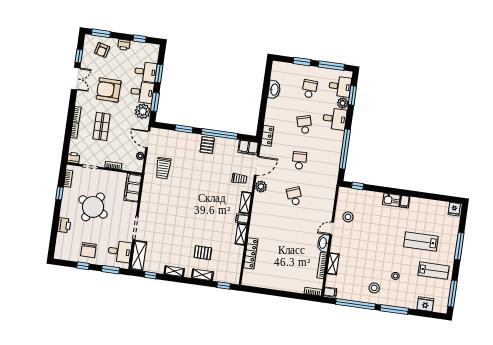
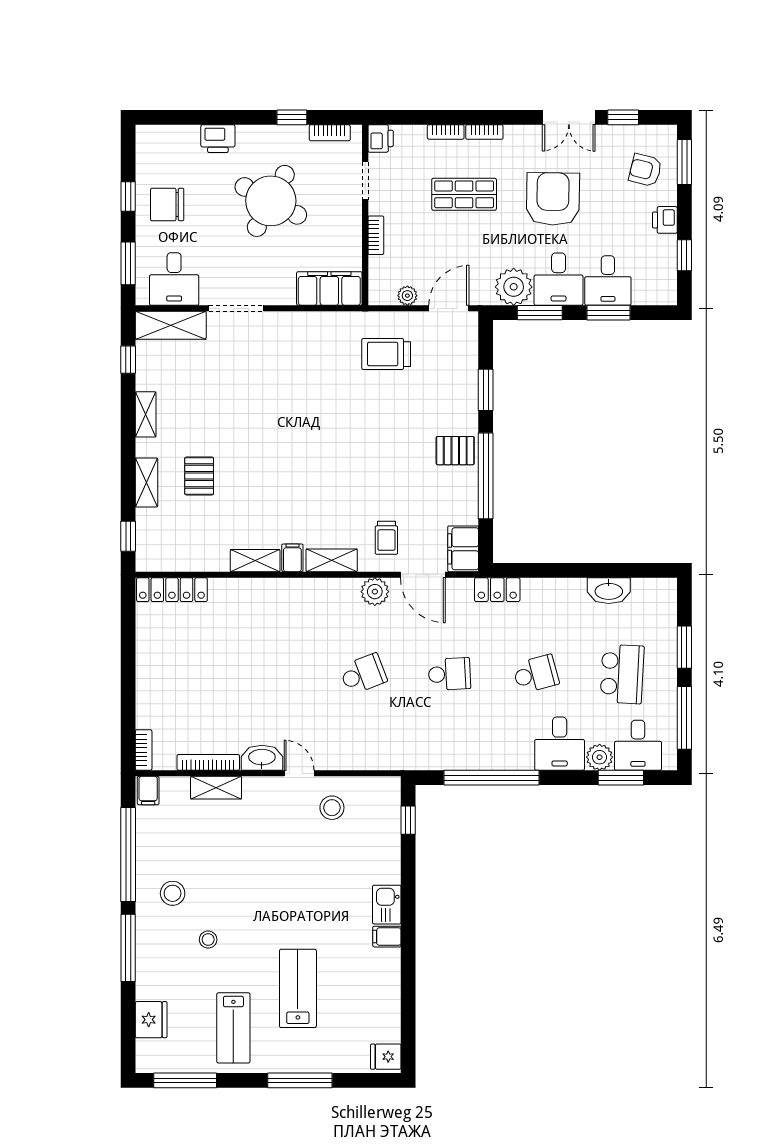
school desk: (309, 89) -> (622, 674), width x1.85
locker: (251, 253) -> (172, 590), moved

